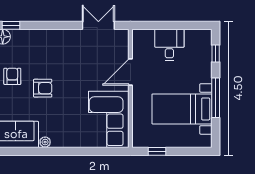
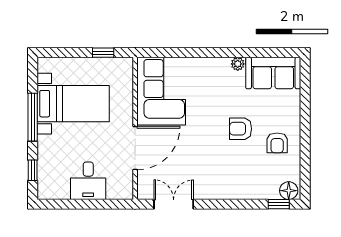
double door: (98, 25) -> (174, 204), swing flipped
door: (130, 72) -> (135, 148), width x1.36

